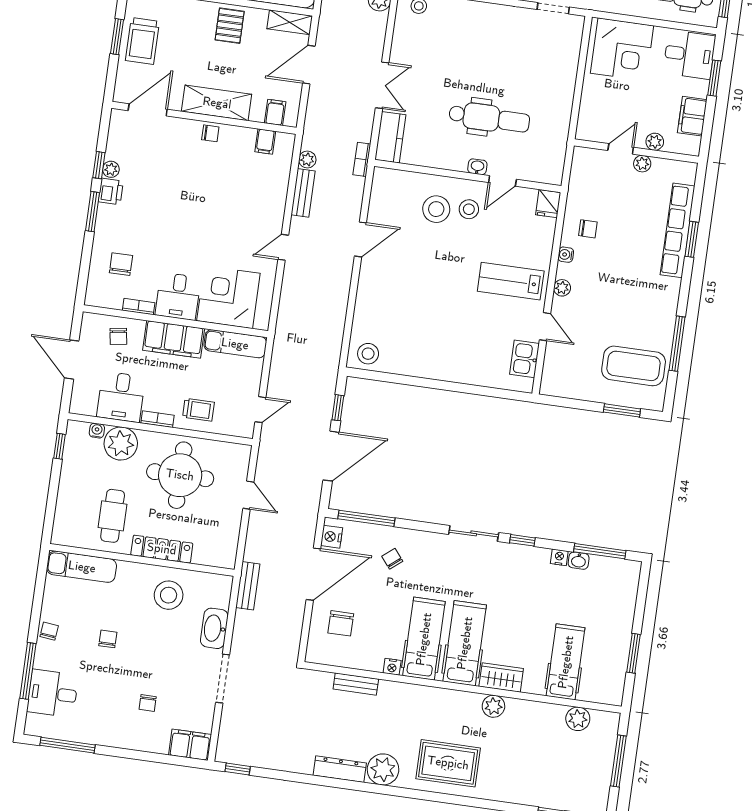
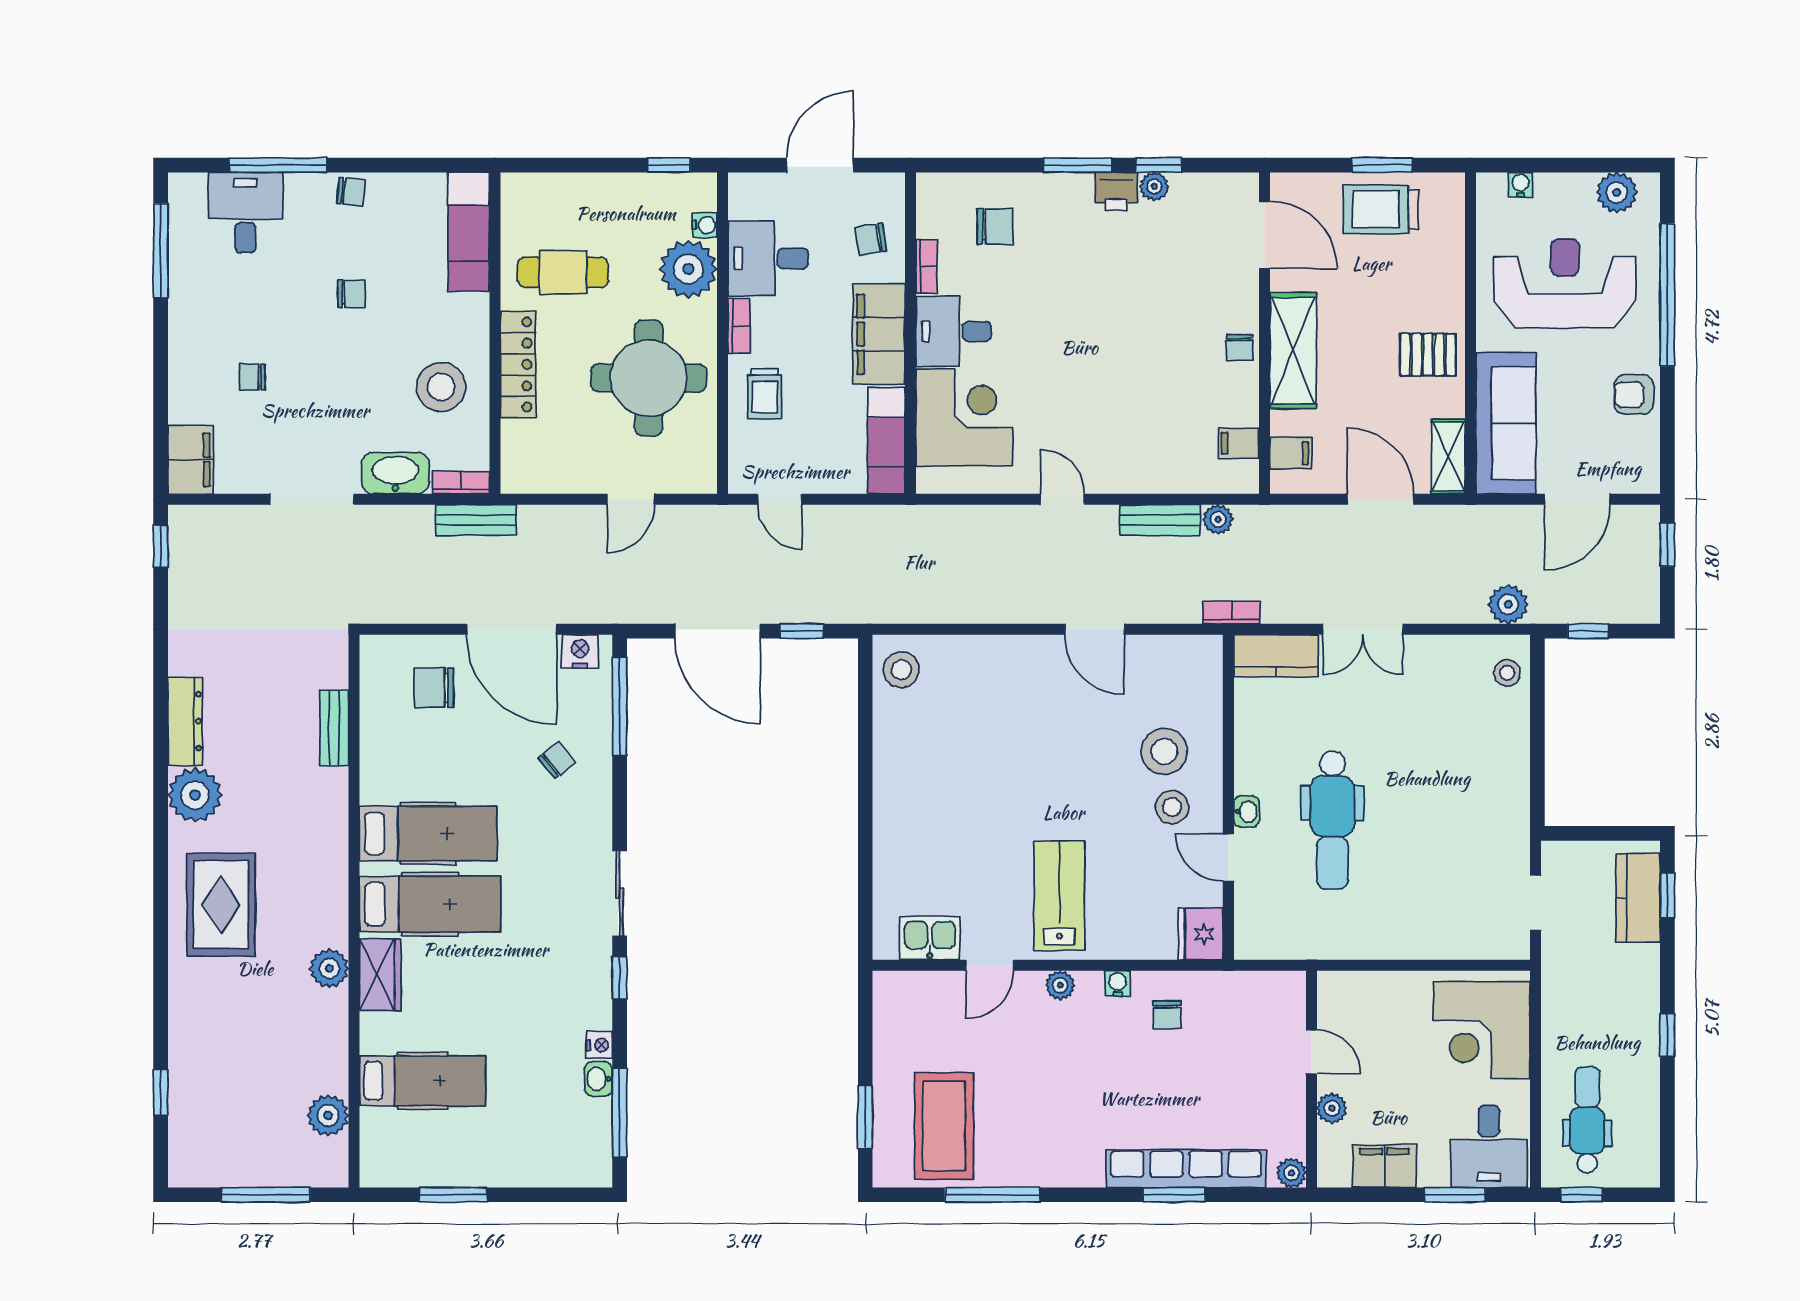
plant: (642, 164) -> (1291, 1173), moved
fridge: (548, 204) -> (1201, 934), width x1.38
bookcase: (225, 591) -> (461, 482), added
nightstand: (392, 667) -> (372, 786), removed

